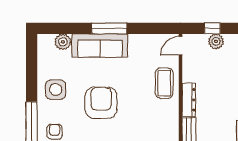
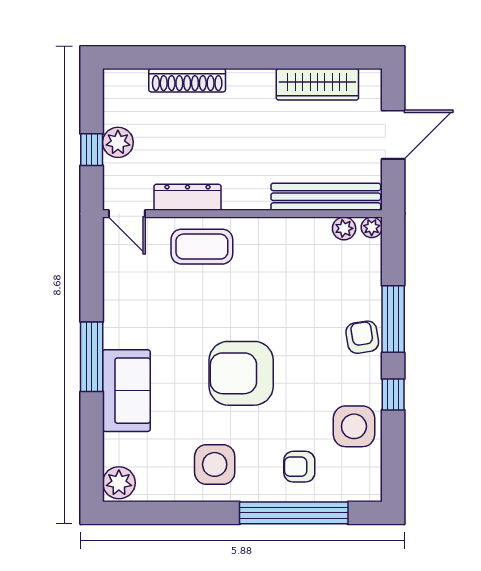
plant: (63, 42) -> (119, 483), moved
sofa: (100, 46) -> (126, 391), width x0.73
dresser: (189, 100) -> (188, 197), moved

